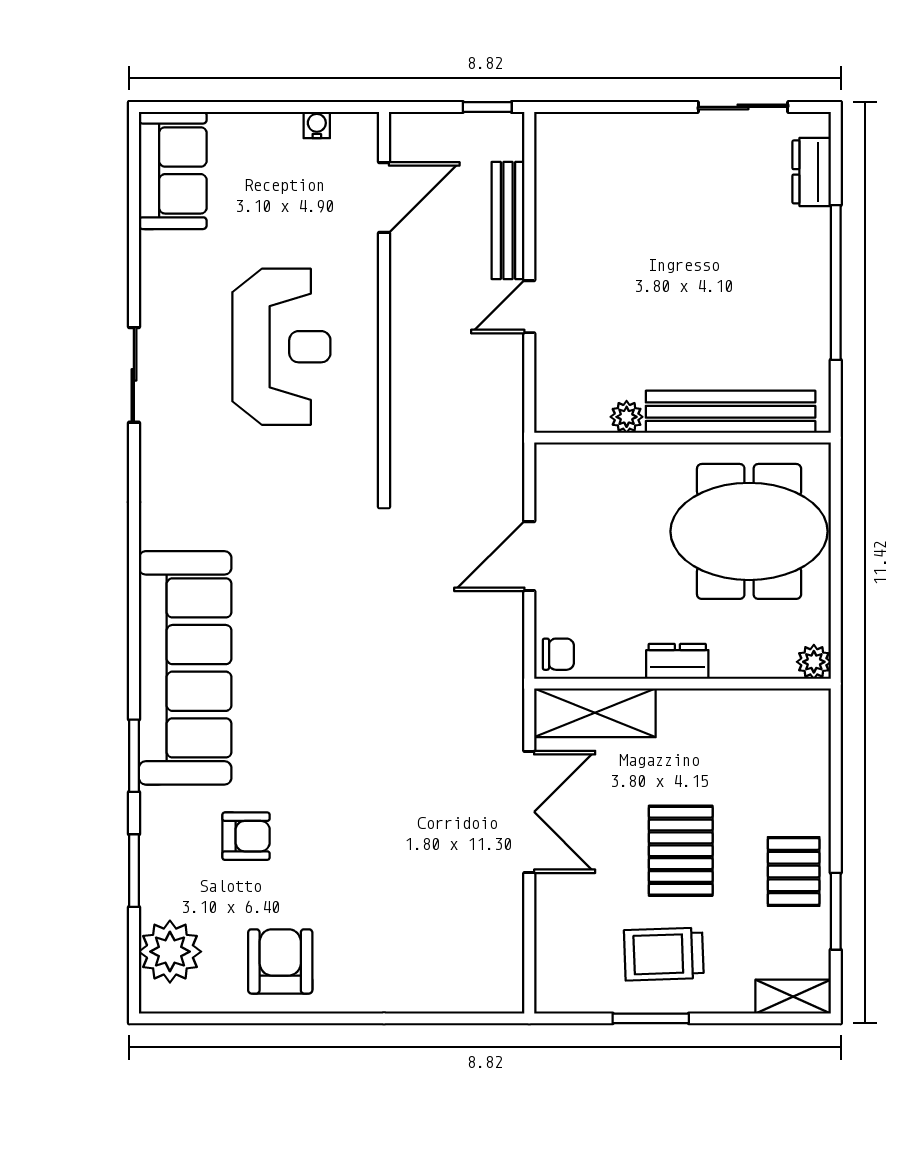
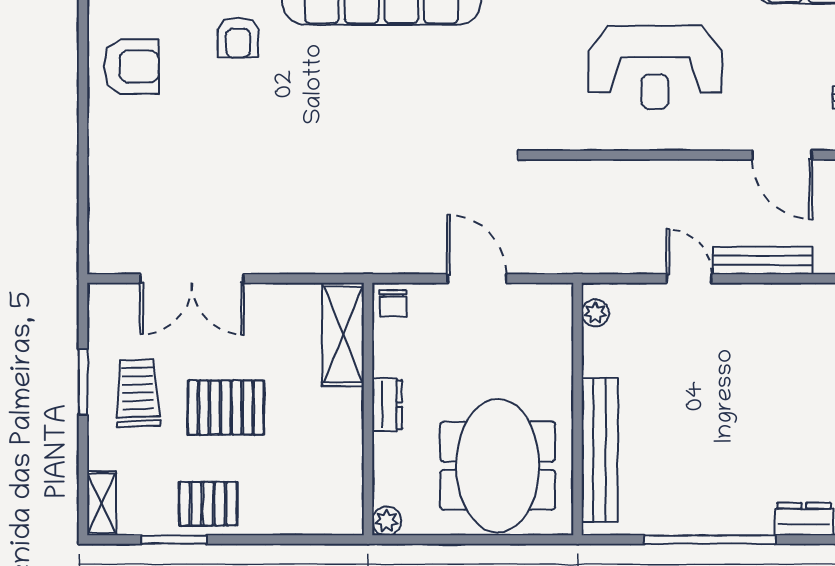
plant: (627, 417) -> (595, 313), moved
double door: (529, 812) -> (192, 279), moved

